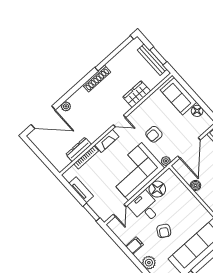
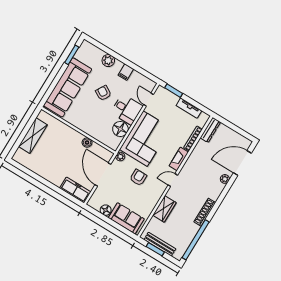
dresser: (79, 149) -> (210, 130), moved

